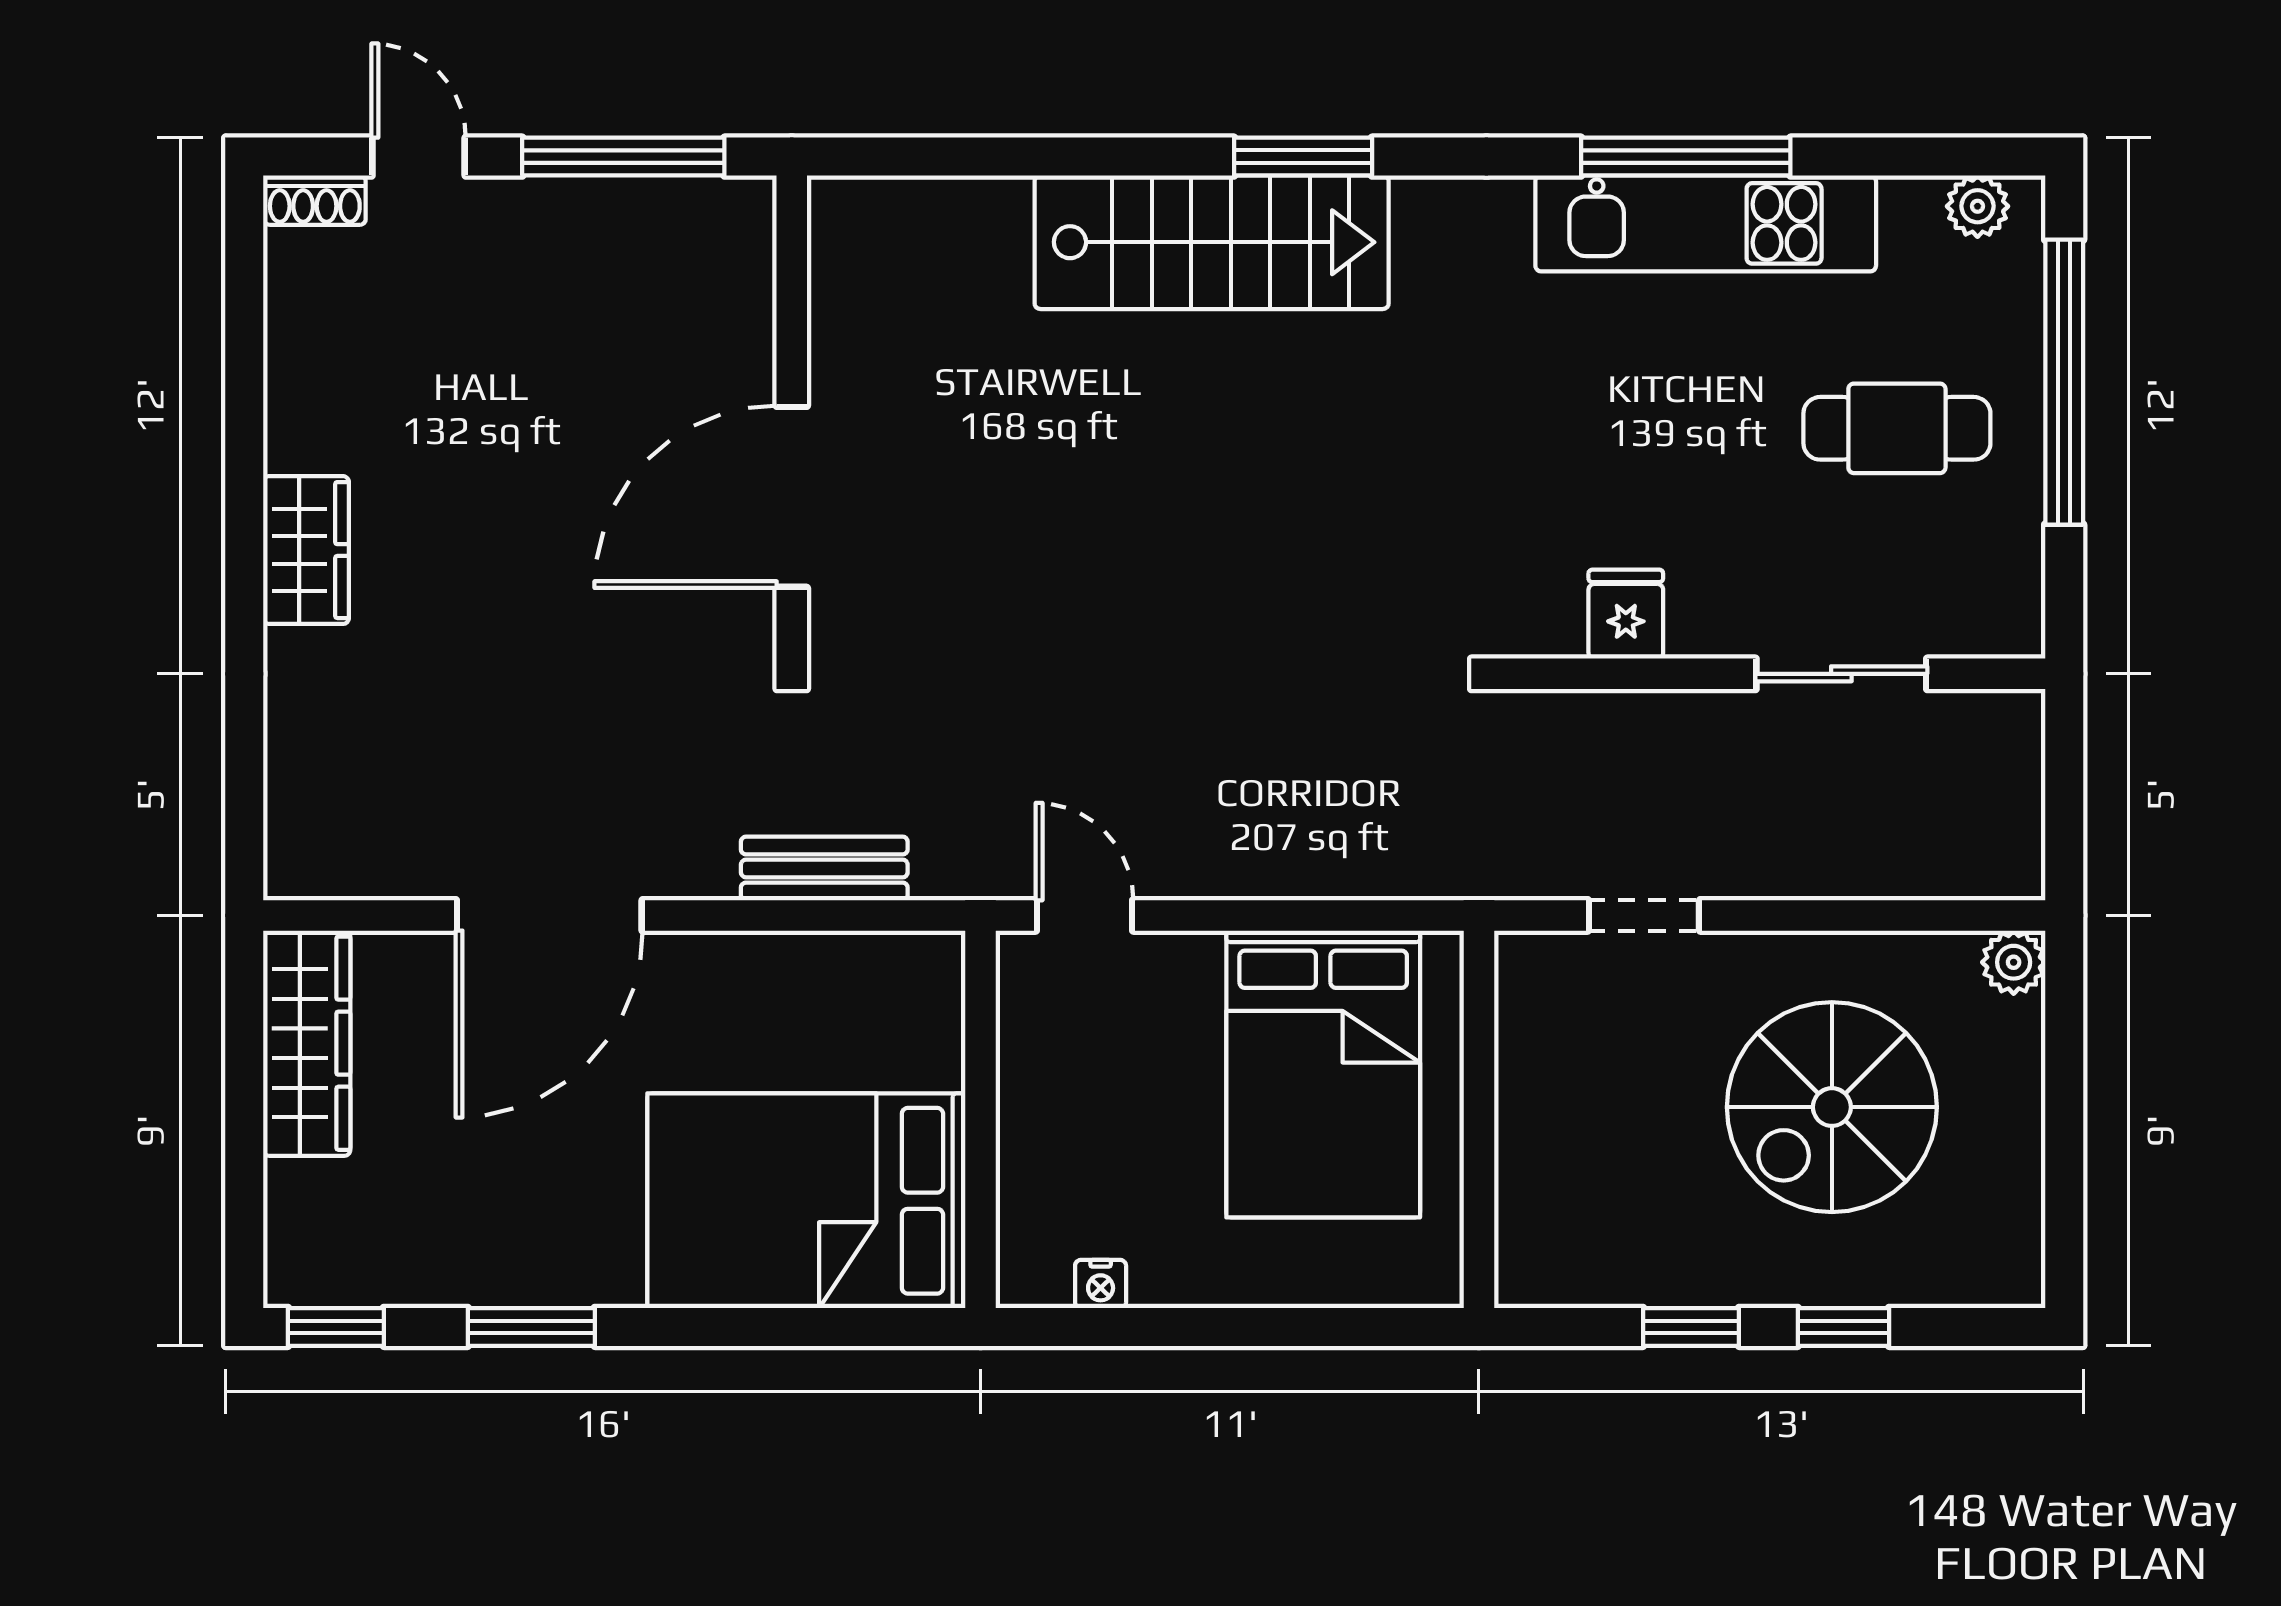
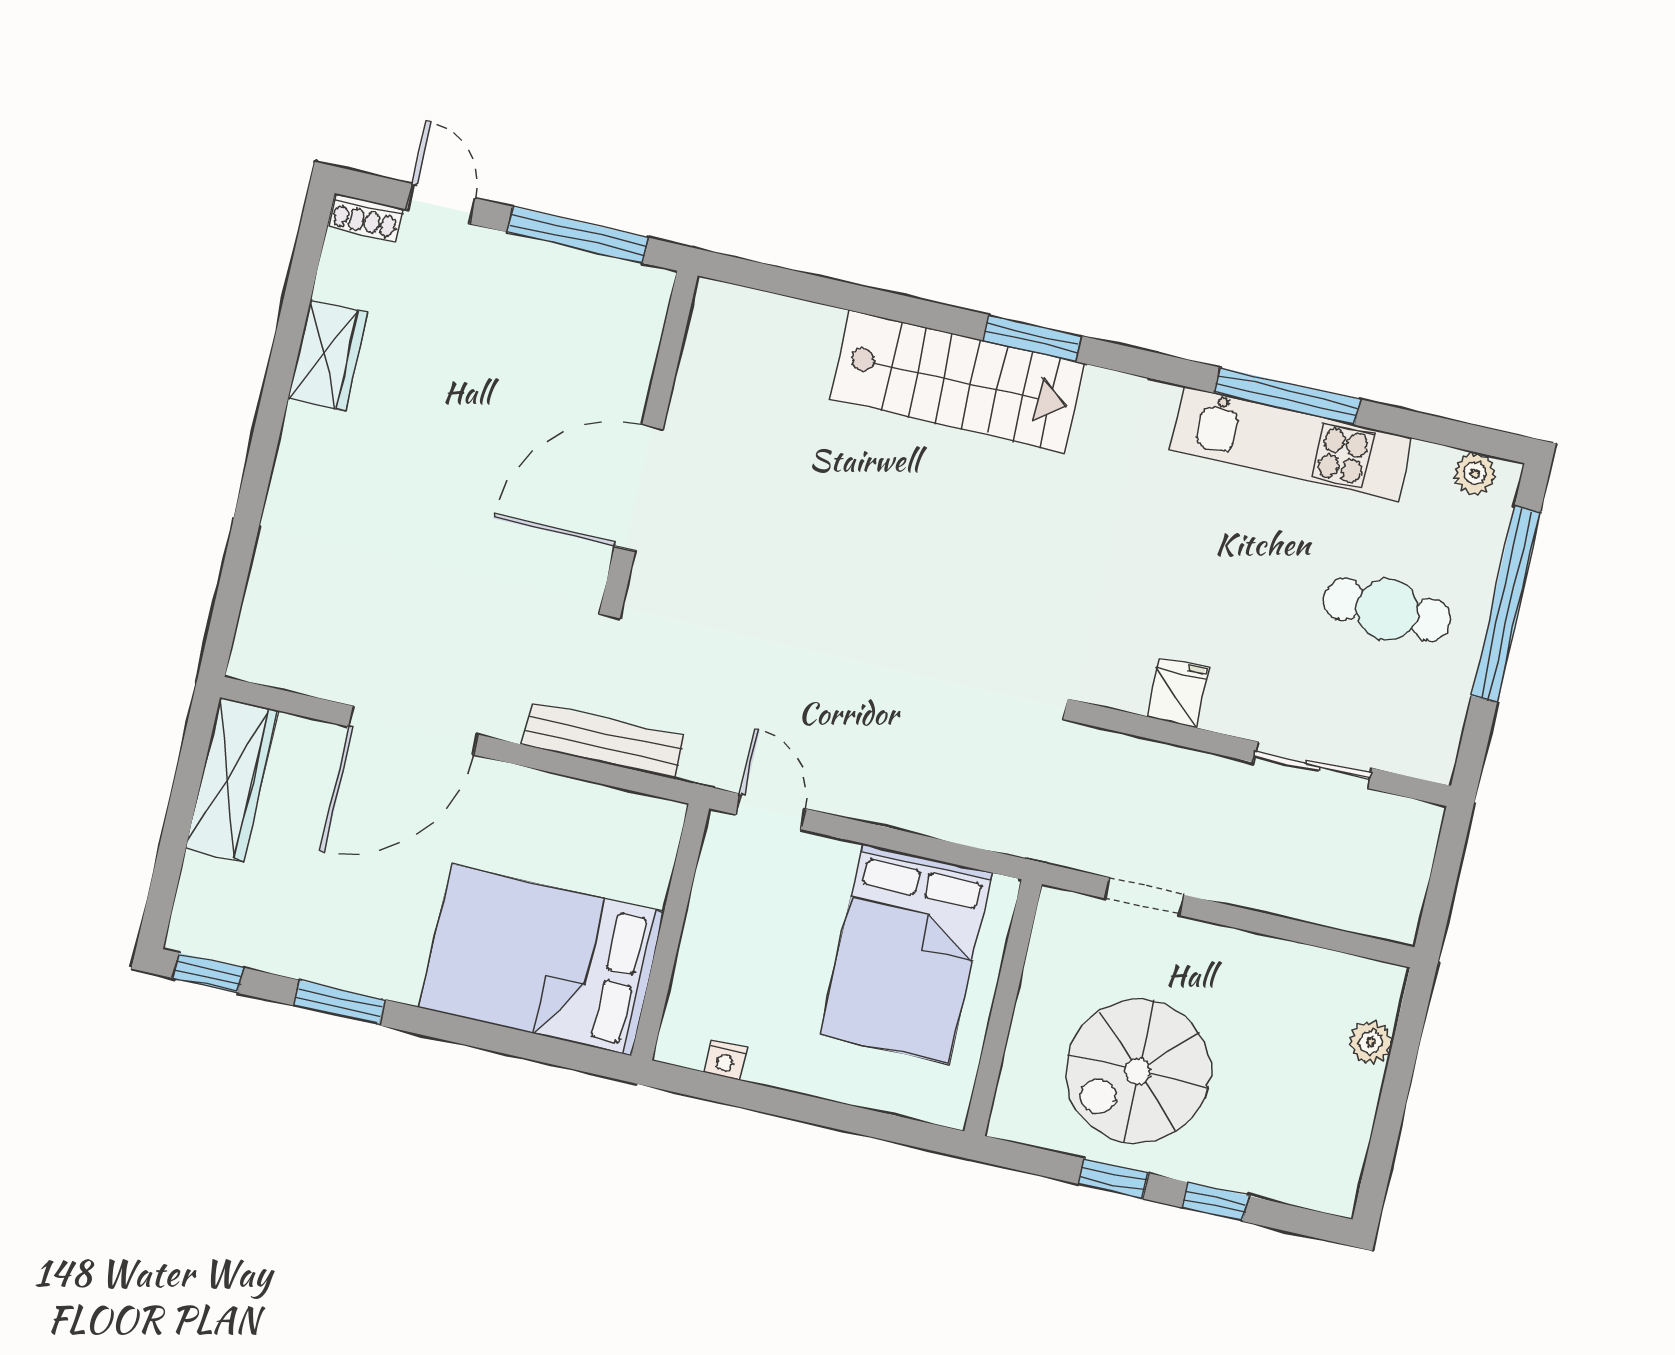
wardrobe: (306, 550) -> (328, 355), moved
bench: (824, 868) -> (604, 741), width x1.36
plant: (2014, 962) -> (1371, 1042), moved
spiral stairs: (1832, 1107) -> (1138, 1071), moved

